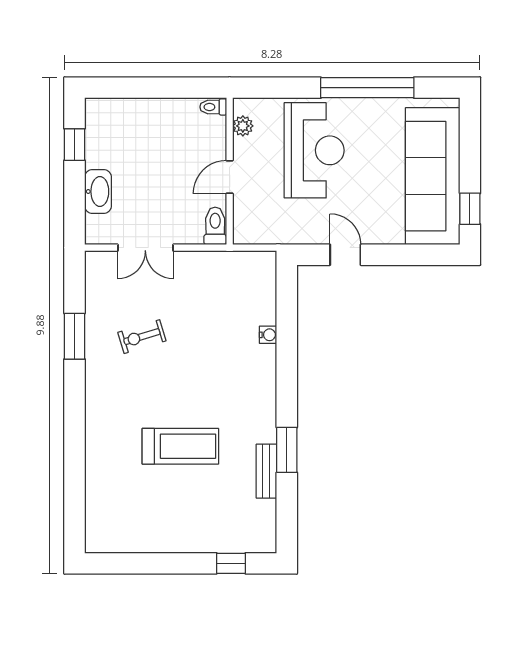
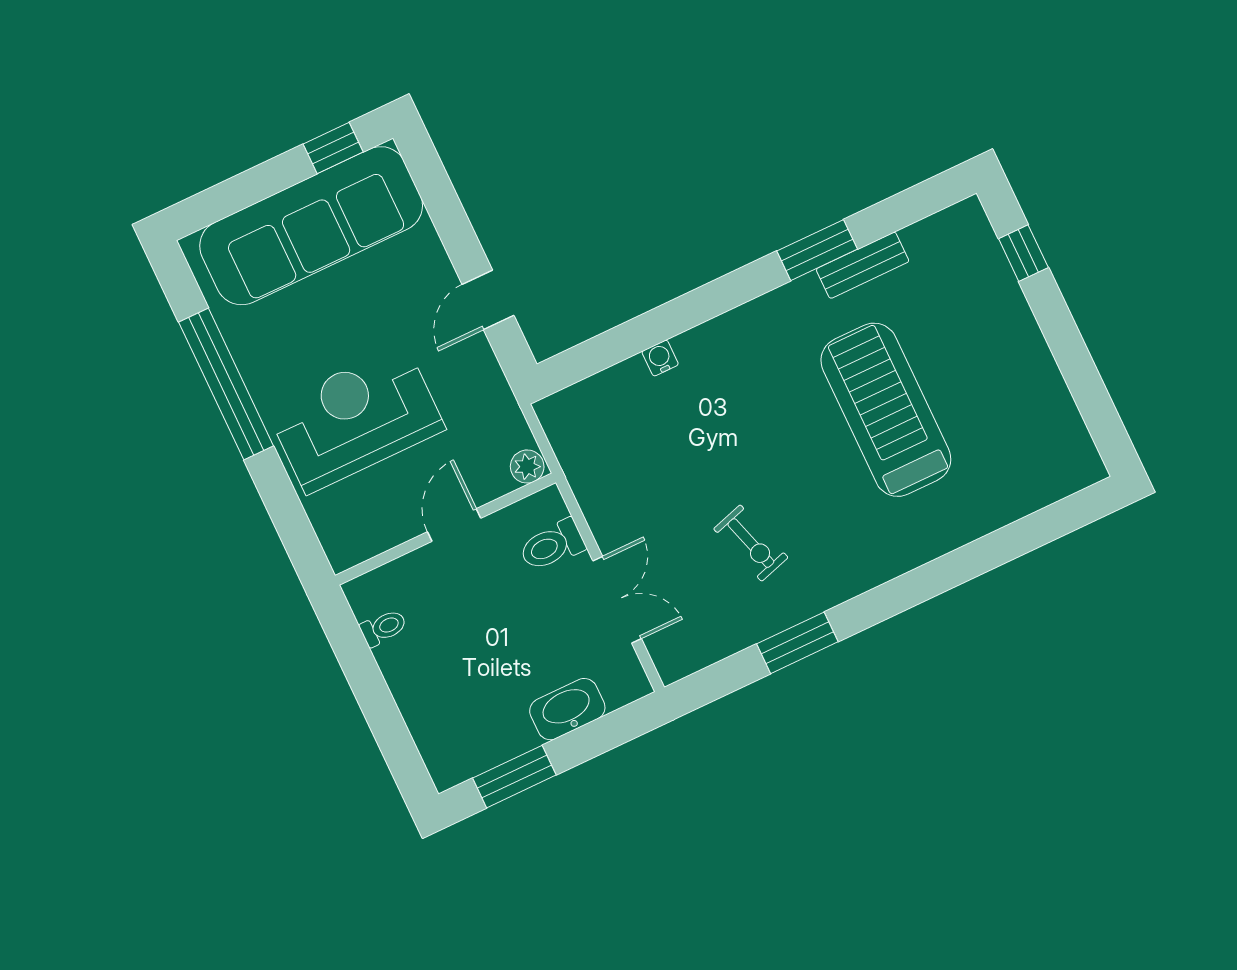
toilet: (213, 107) -> (383, 628), moved, turned -90
plant: (243, 126) -> (527, 467), moved
window: (74, 145) -> (514, 777), width x1.50
door: (230, 177) -> (454, 525), swing flipped
toilet: (215, 226) -> (552, 545), moved
treadmill: (180, 446) -> (886, 410), width x1.37, depth x1.38

